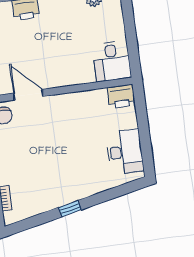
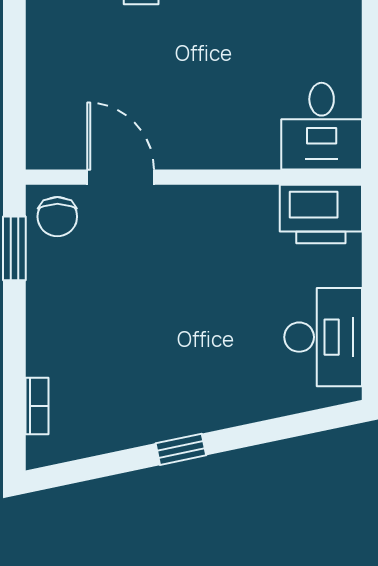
printer: (121, 96) -> (321, 214), width x1.37, depth x1.19

